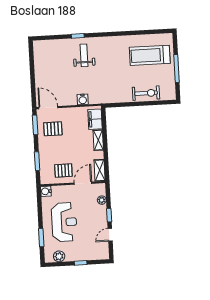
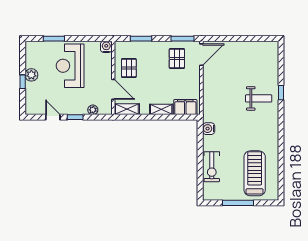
water cooler: (83, 99) -> (209, 129), moved
reception desk: (64, 222) -> (70, 66), turned 90
plant: (59, 256) -> (31, 75), moved

